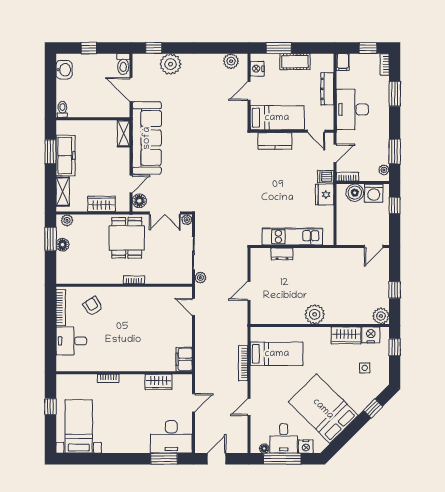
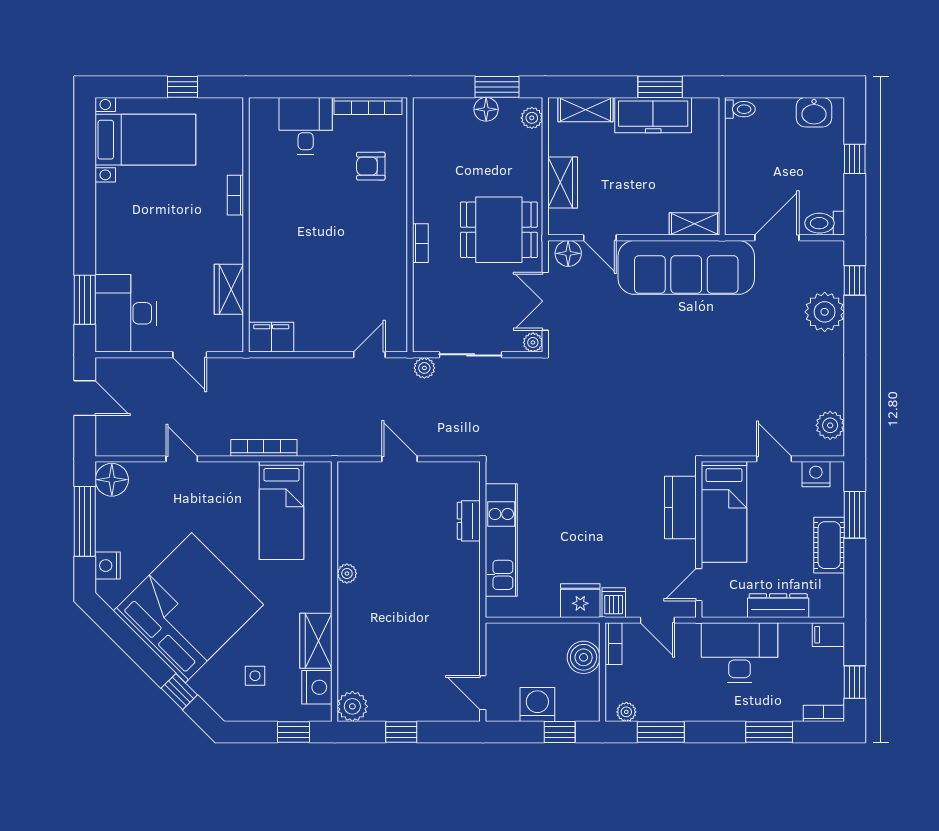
washing machine: (374, 193) -> (537, 704), moved, turned 90
armchair: (93, 306) -> (371, 166), turned -148
plant: (315, 314) -> (347, 574), width x0.53, depth x0.53
bed: (323, 409) -> (188, 608), width x1.36
desk: (284, 438) -> (123, 524), removed
floor lamp: (264, 448) -> (112, 480), width x1.89, depth x1.89

